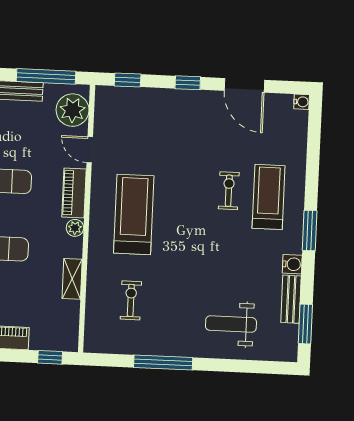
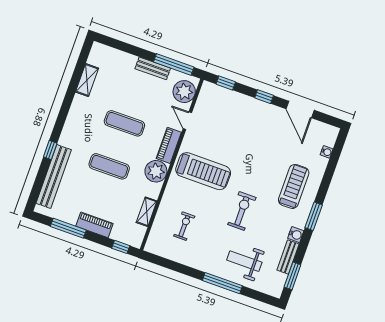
water cooler: (302, 102) -> (327, 152), moved
exercise bike: (229, 191) -> (242, 211), moved, width x1.38, depth x1.39
treadmill: (134, 214) -> (203, 171), turned 90
plant: (75, 228) -> (156, 171), width x1.88, depth x1.88
shelving: (72, 279) -> (147, 212), moved
window: (163, 362) -> (222, 283), moved

